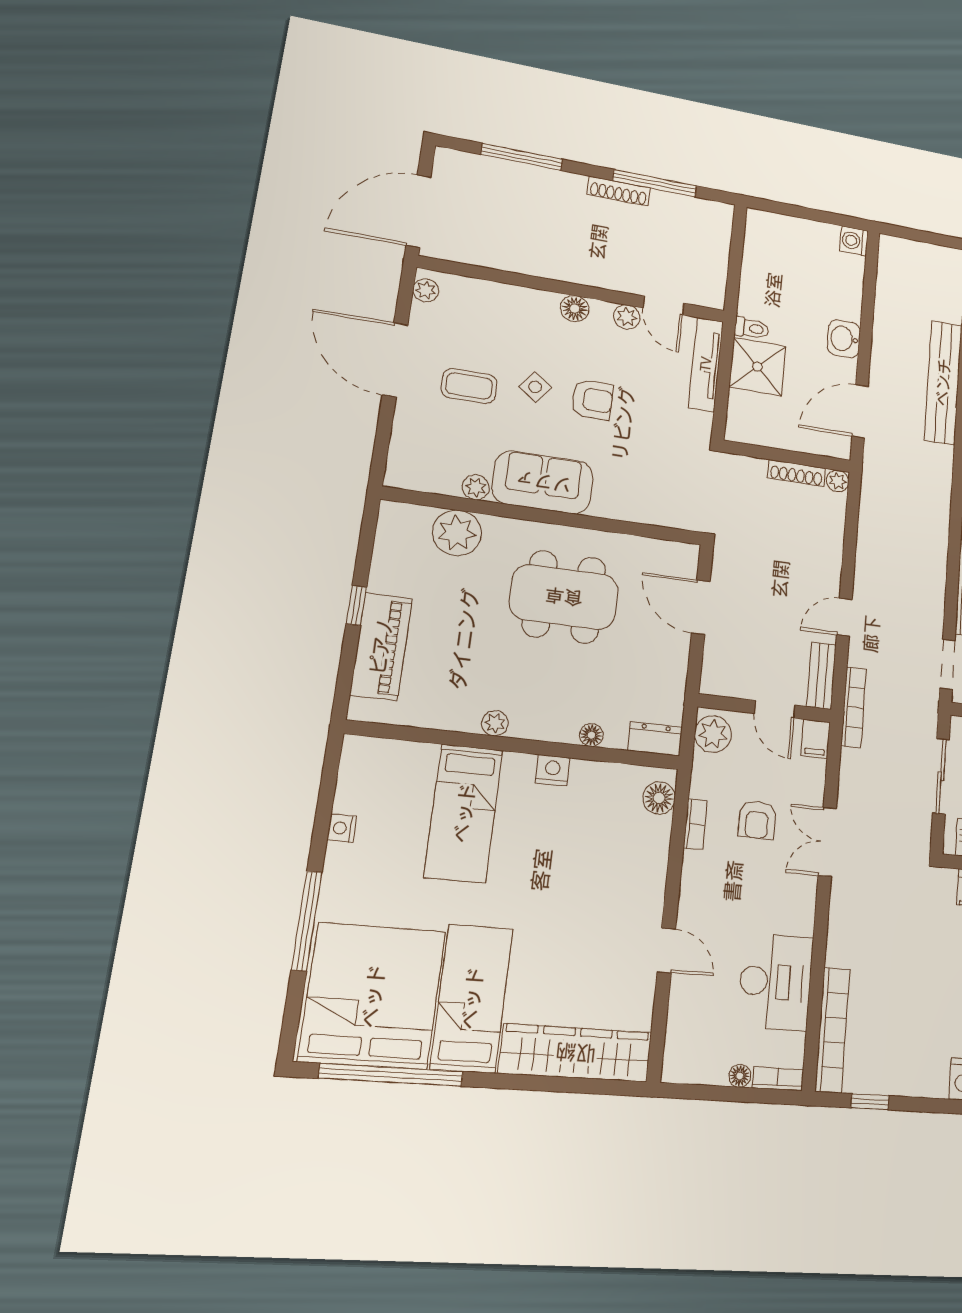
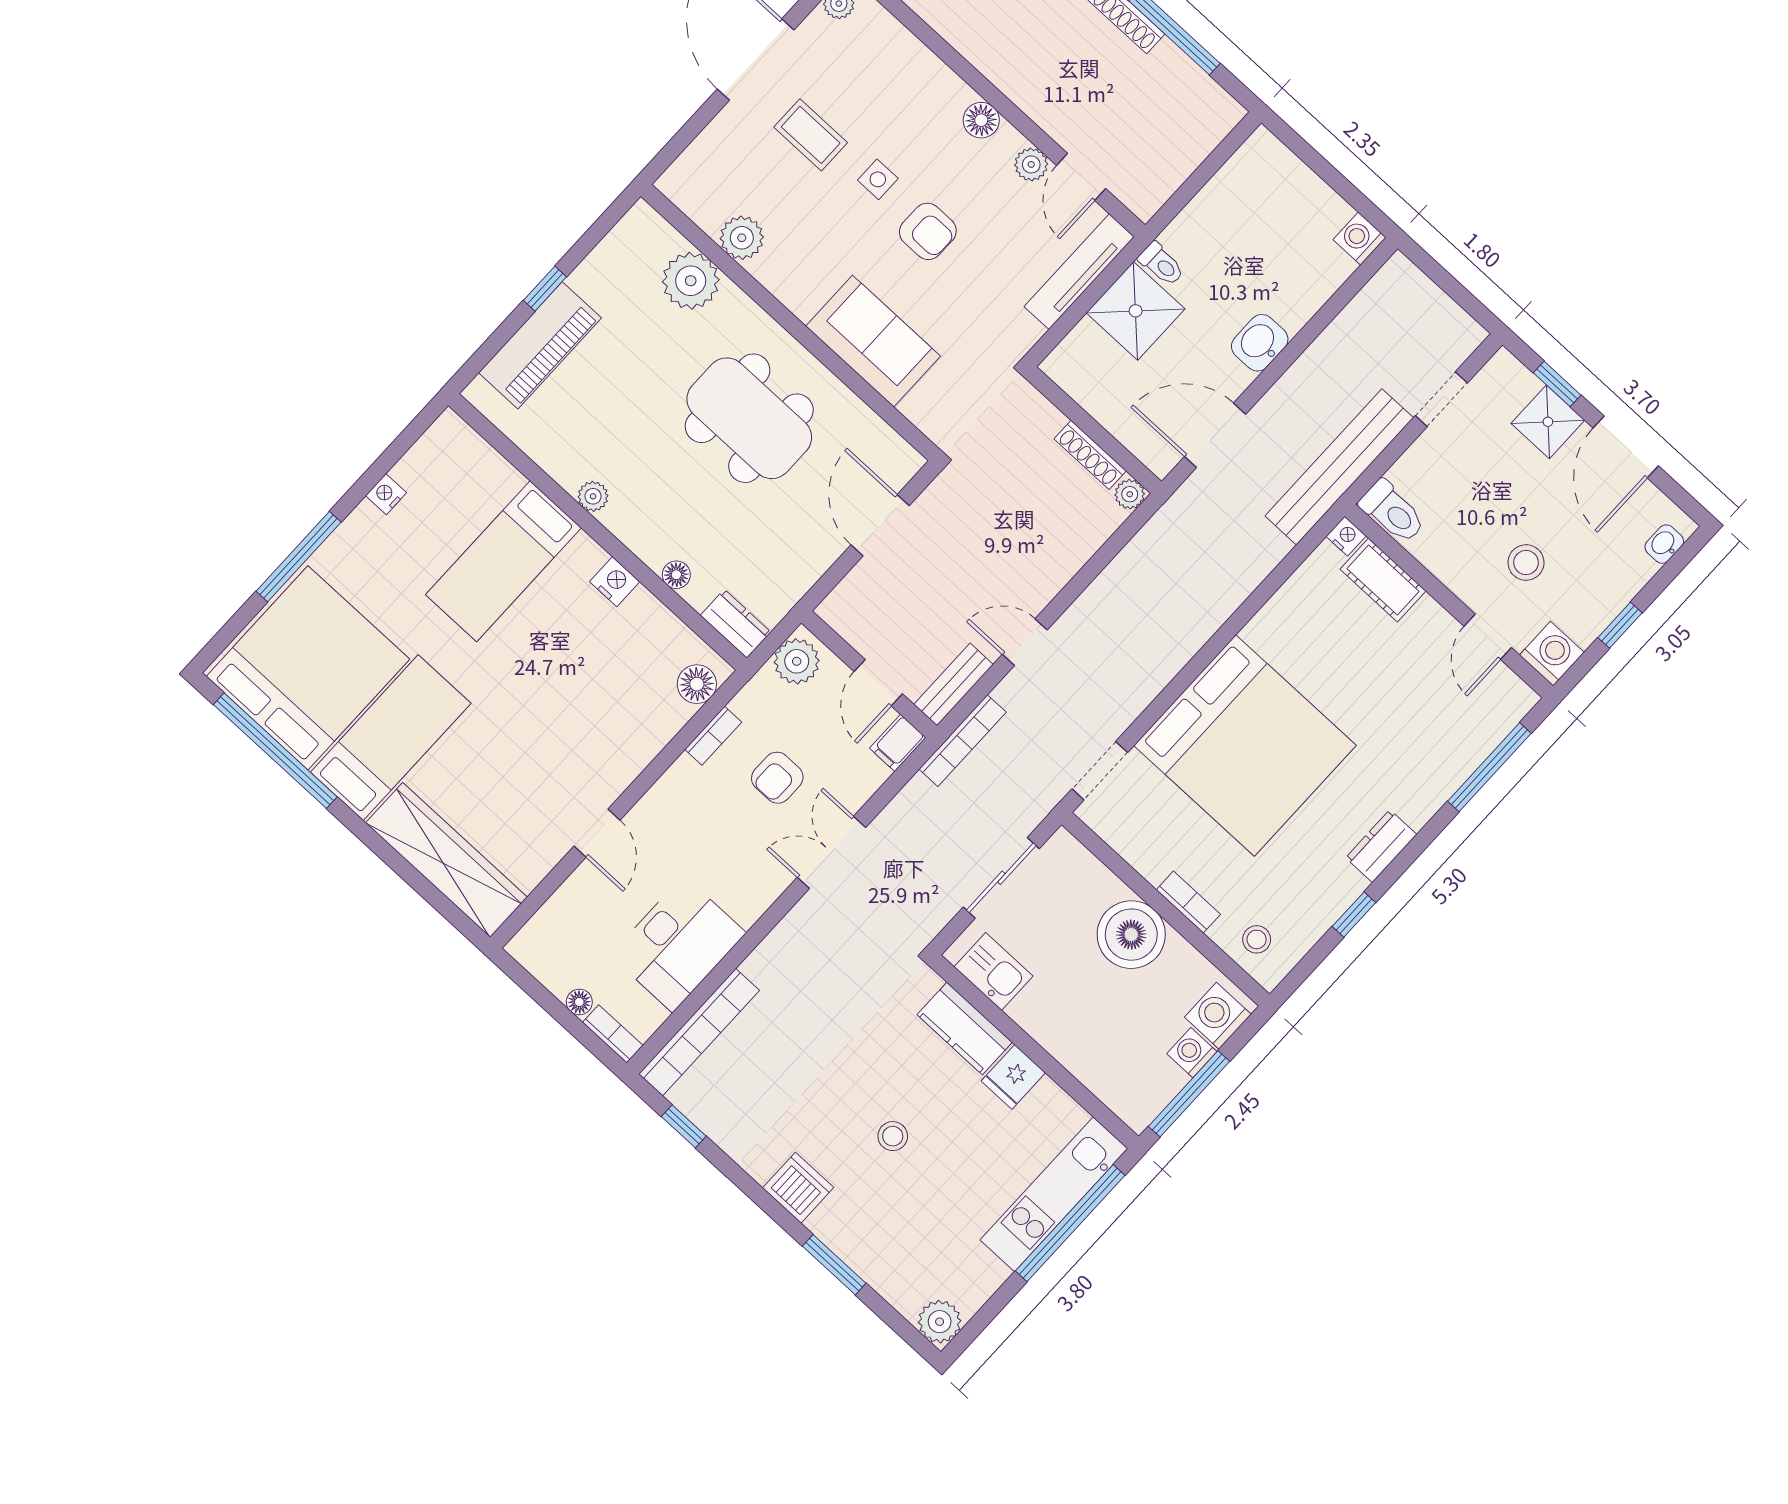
side table: (535, 387) -> (878, 179), turned -36
sofa: (543, 482) -> (873, 341), moved
plant: (476, 487) -> (742, 238), width x1.38, depth x1.38

